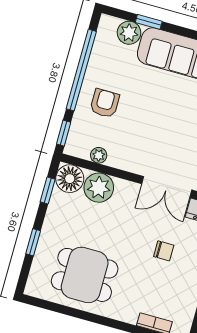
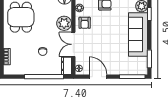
armchair: (131, 153) -> (85, 23), added
plant: (99, 188) -> (64, 23), moved

